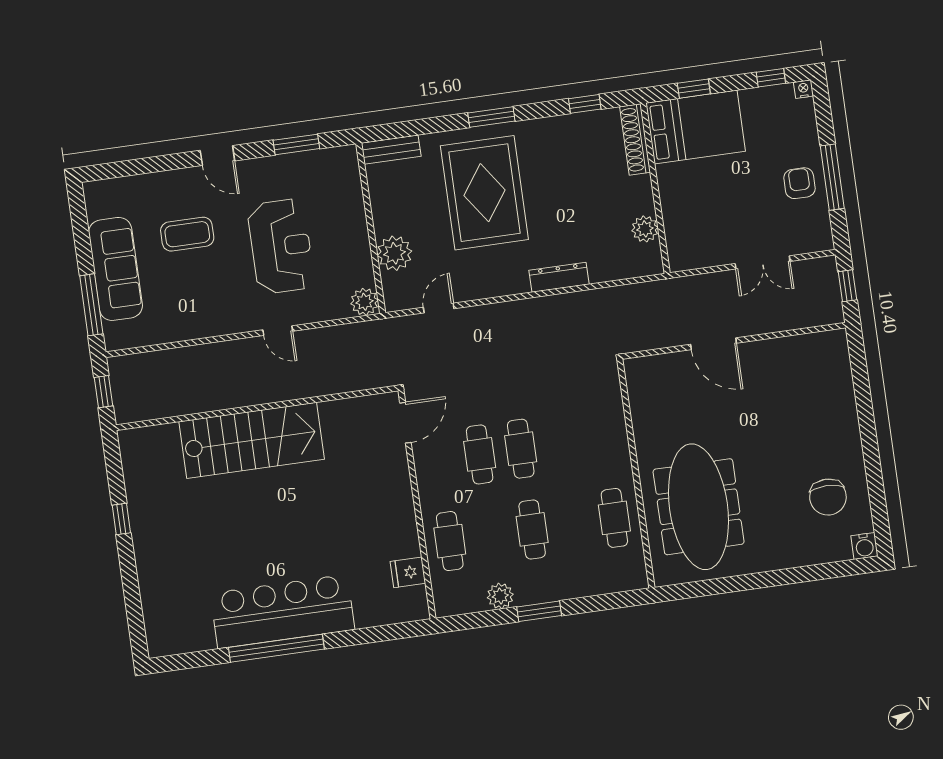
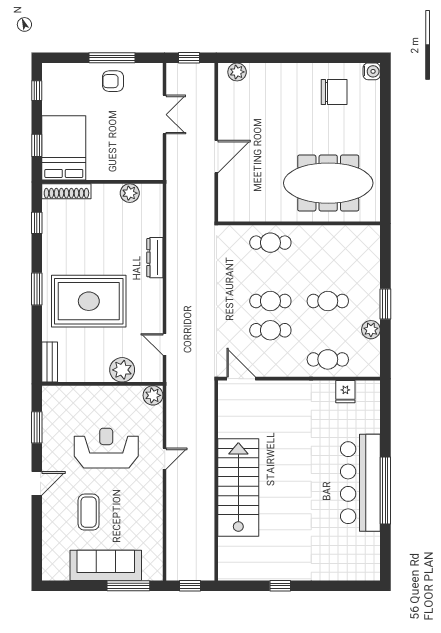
nightstand: (803, 89) -> (48, 69), removed
plant: (837, 356) -> (237, 72), added
cafe table: (614, 518) -> (270, 243), moved

